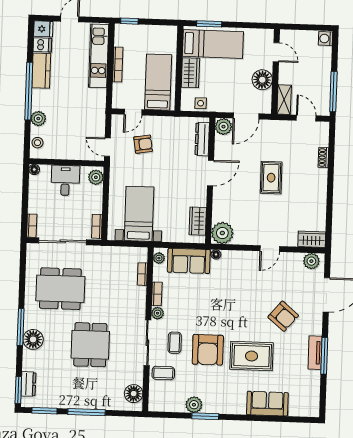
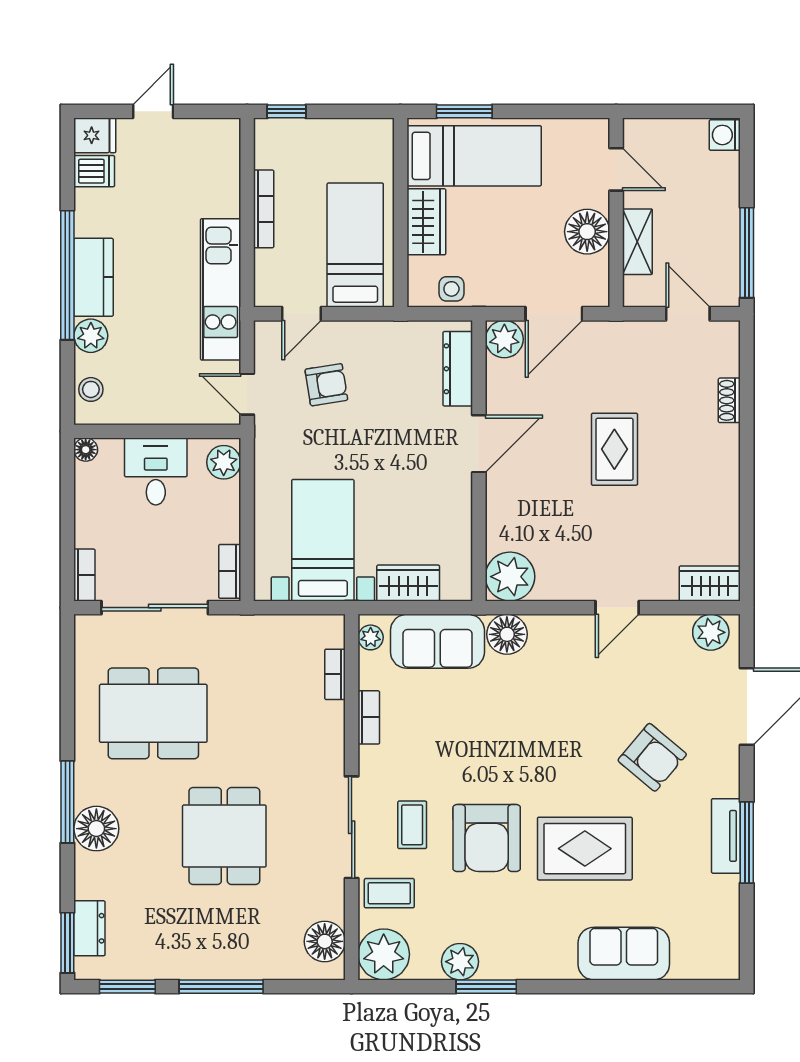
kitchen unit: (99, 56) -> (221, 289), moved
kitchen counter: (41, 71) -> (94, 277), moved
shelving: (284, 100) -> (637, 242), moved
wardrobe: (198, 221) -> (408, 583), moved, turned 90
floor lamp: (216, 254) -> (507, 634), width x1.89, depth x1.89
plant: (158, 313) -> (384, 954), moved, width x1.87, depth x1.87

